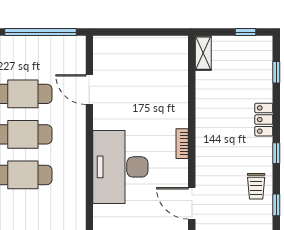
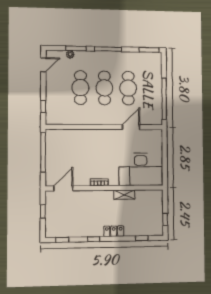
shelving: (203, 53) -> (124, 195), moved
desk: (120, 167) -> (141, 169), moved, turned 180
trolley: (256, 186) -> (74, 227), removed

